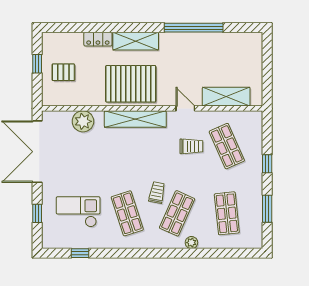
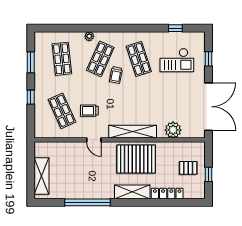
locker: (98, 39) -> (167, 194), width x1.53
shelving: (226, 97) -> (42, 176), moved, turned 90

